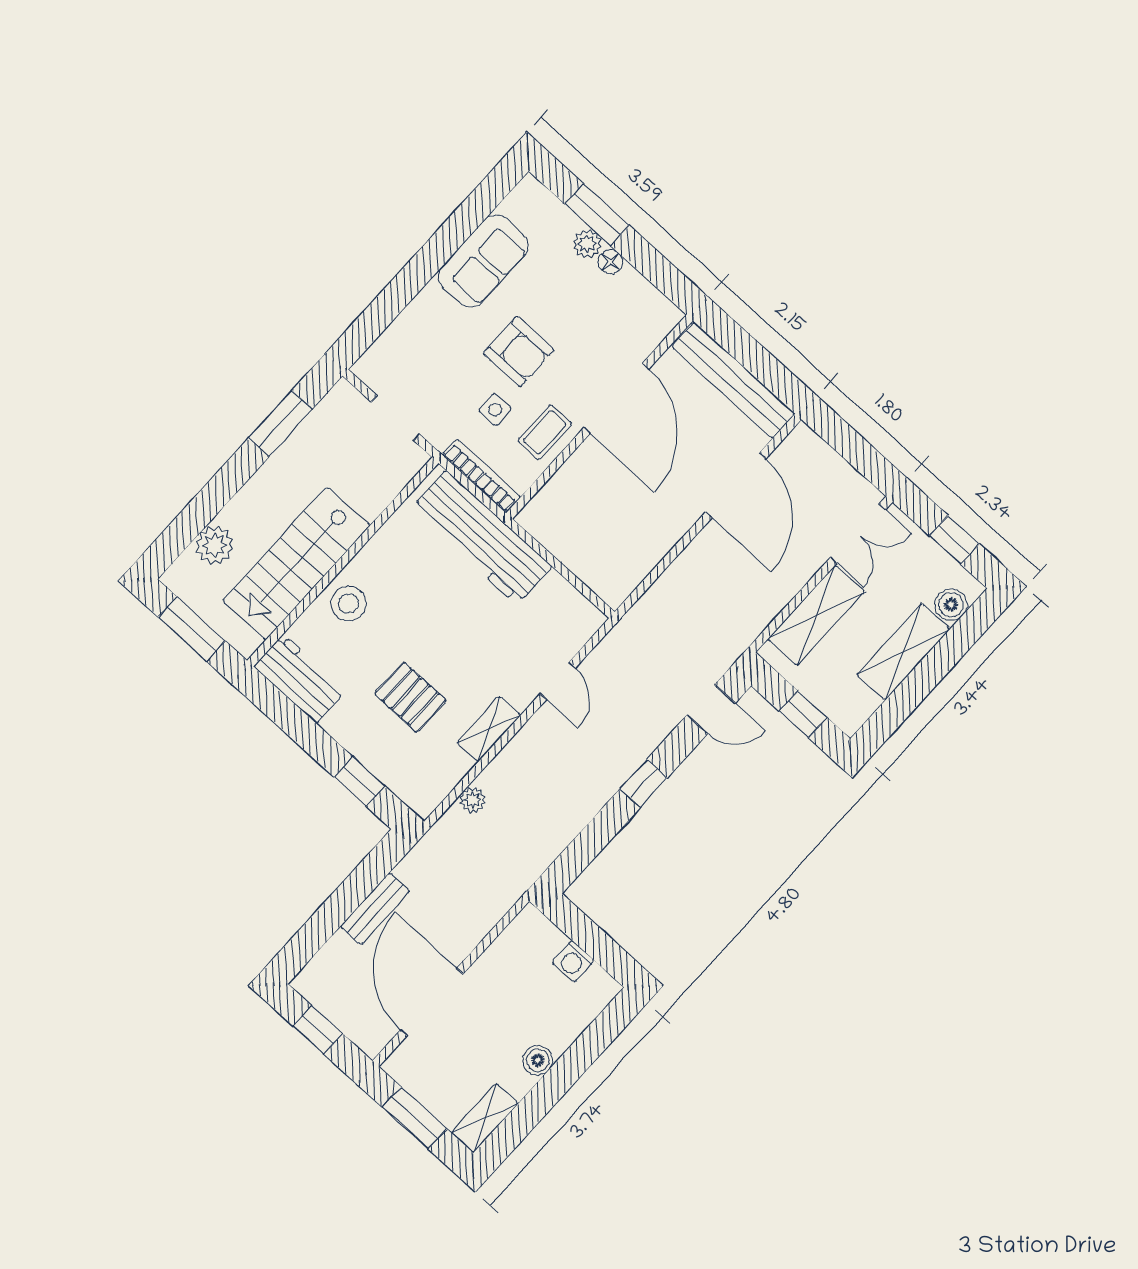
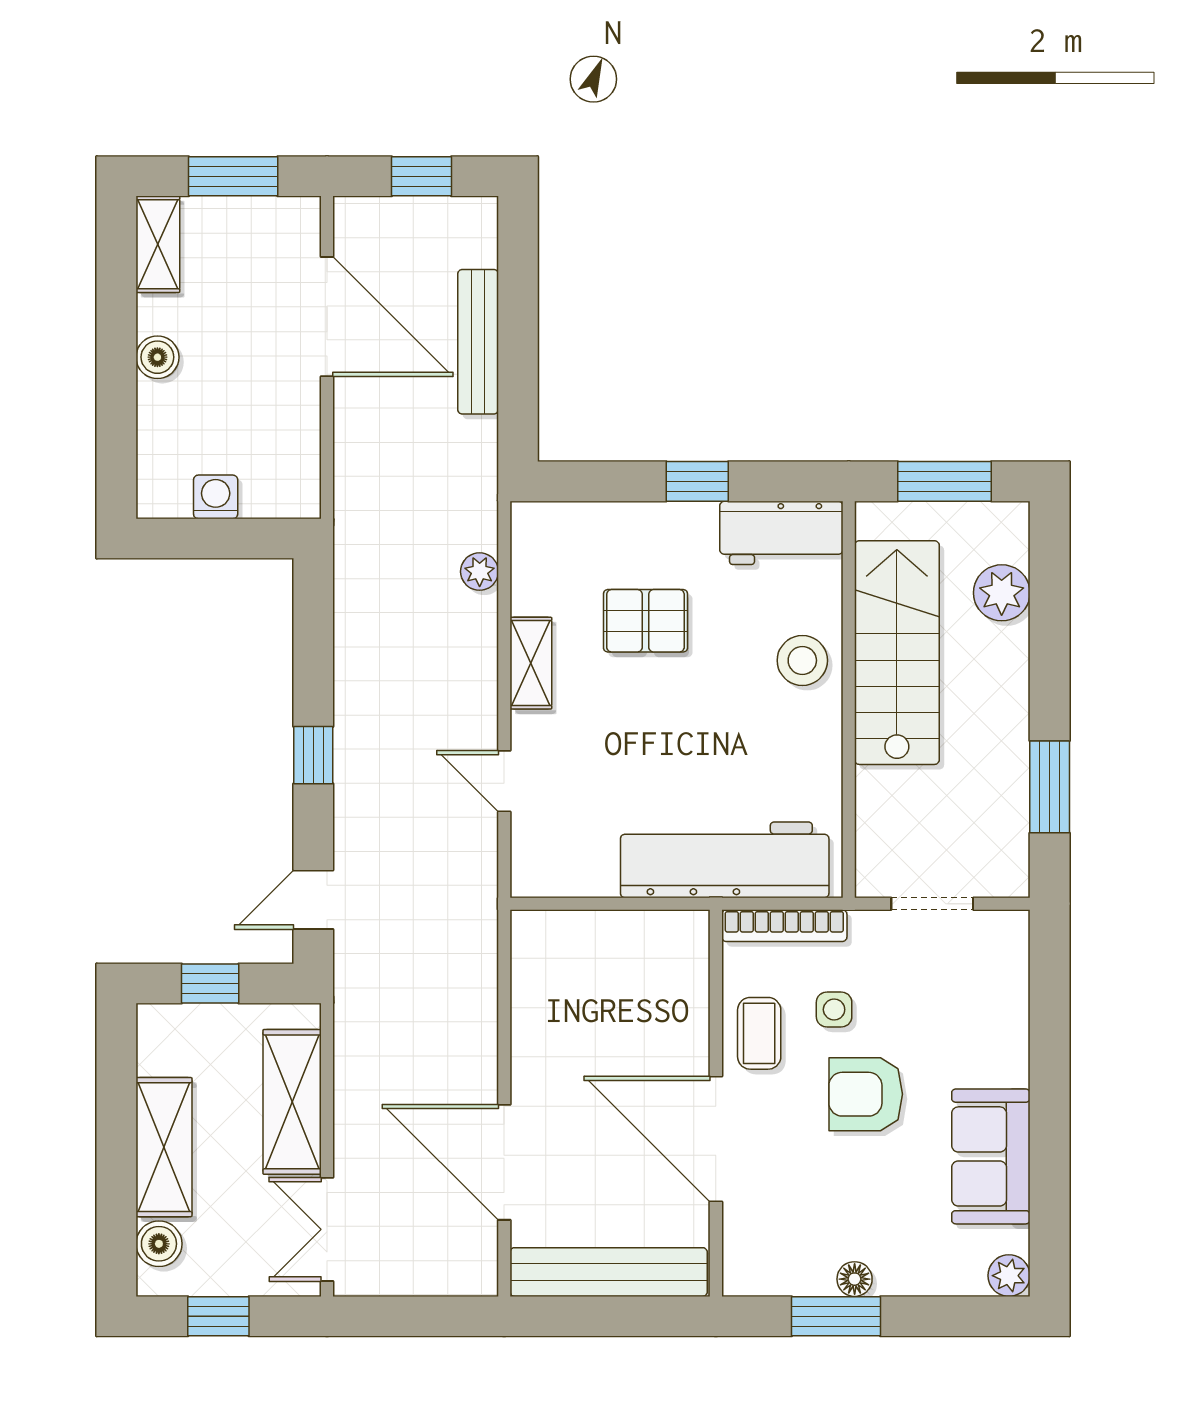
window: (597, 215) -> (836, 1316), moved
plant: (587, 244) -> (1009, 1276), moved
window: (359, 782) -> (697, 481), moved
bench: (375, 909) -> (478, 342), width x1.36

